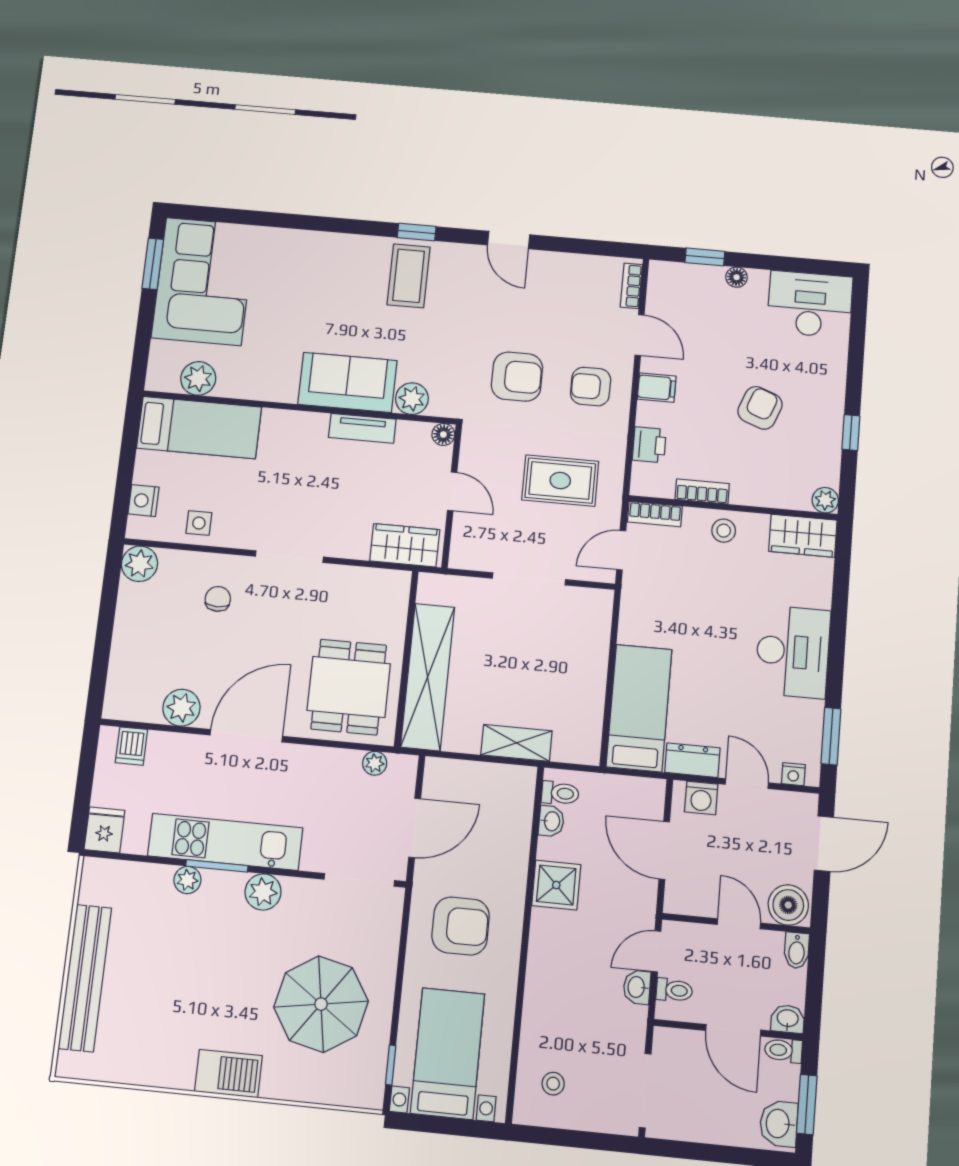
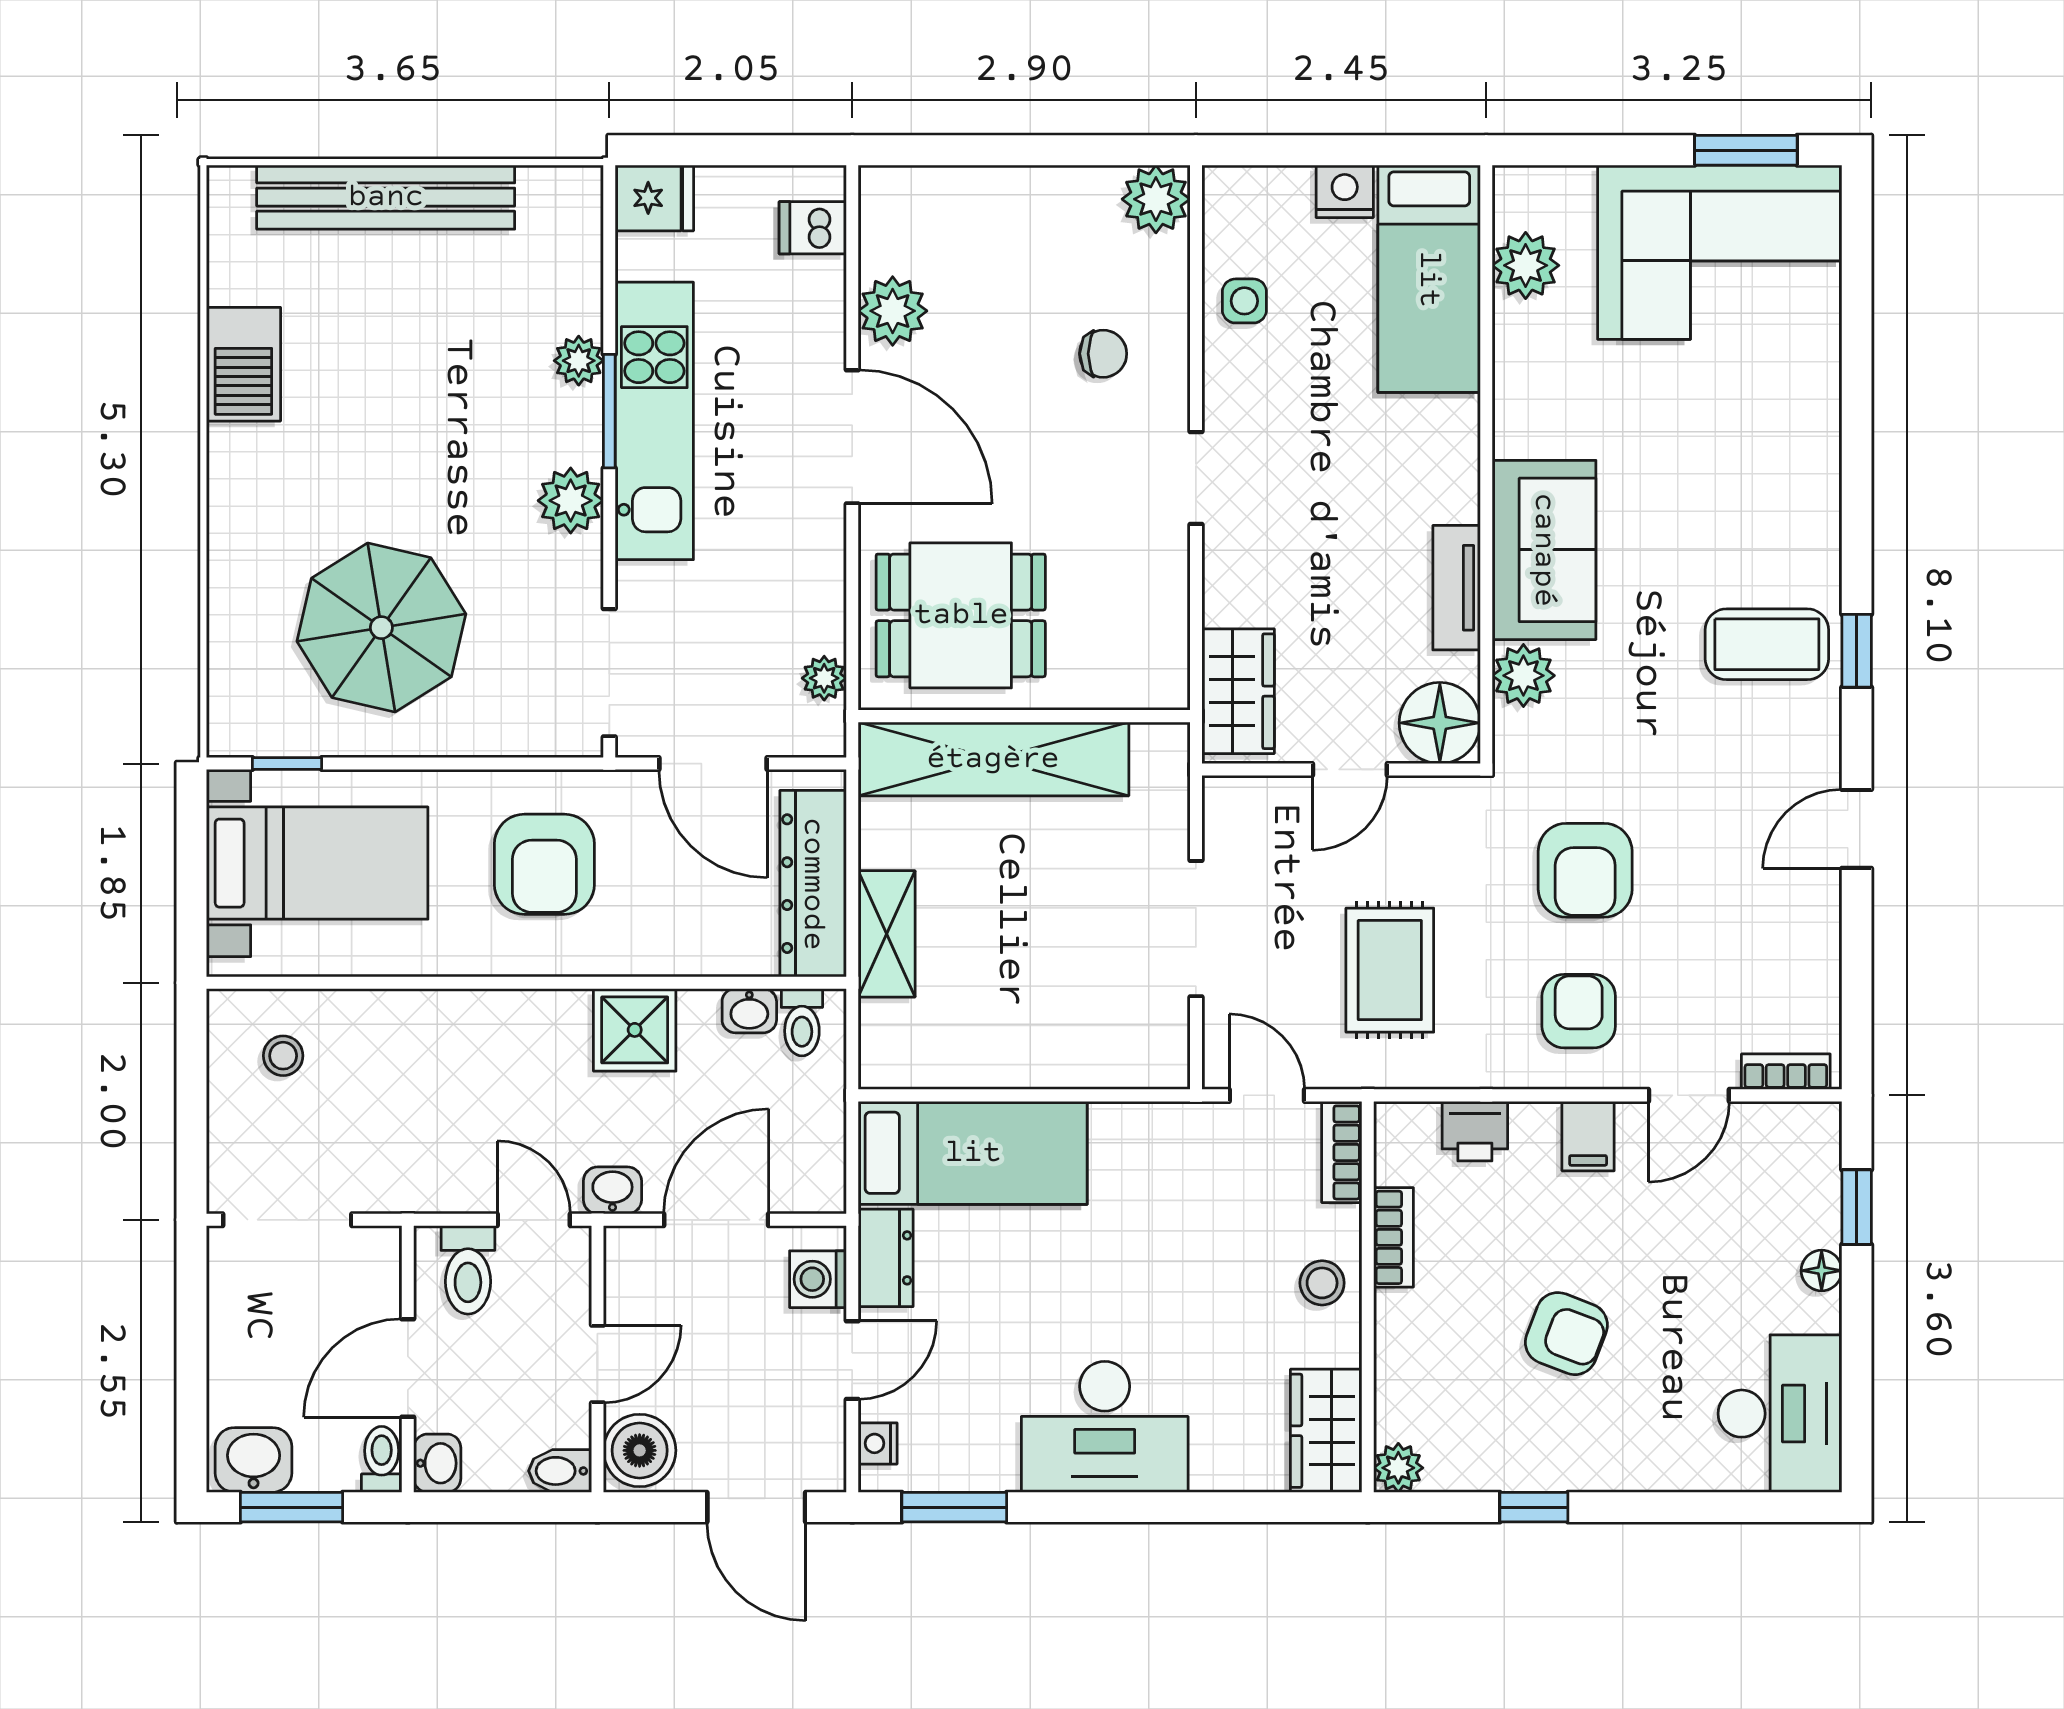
floor lamp: (443, 434) -> (1440, 723), width x1.89, depth x1.89
nightstand: (143, 501) -> (1345, 191), moved
doorway: (289, 557) -> (1196, 478), width x0.73
dresser: (485, 780) -> (813, 884), added
washbasin: (637, 987) -> (612, 1190), moved
toilet: (674, 990) -> (468, 1270), width x1.37, depth x1.39
barbecue: (228, 1073) -> (243, 364), moved

